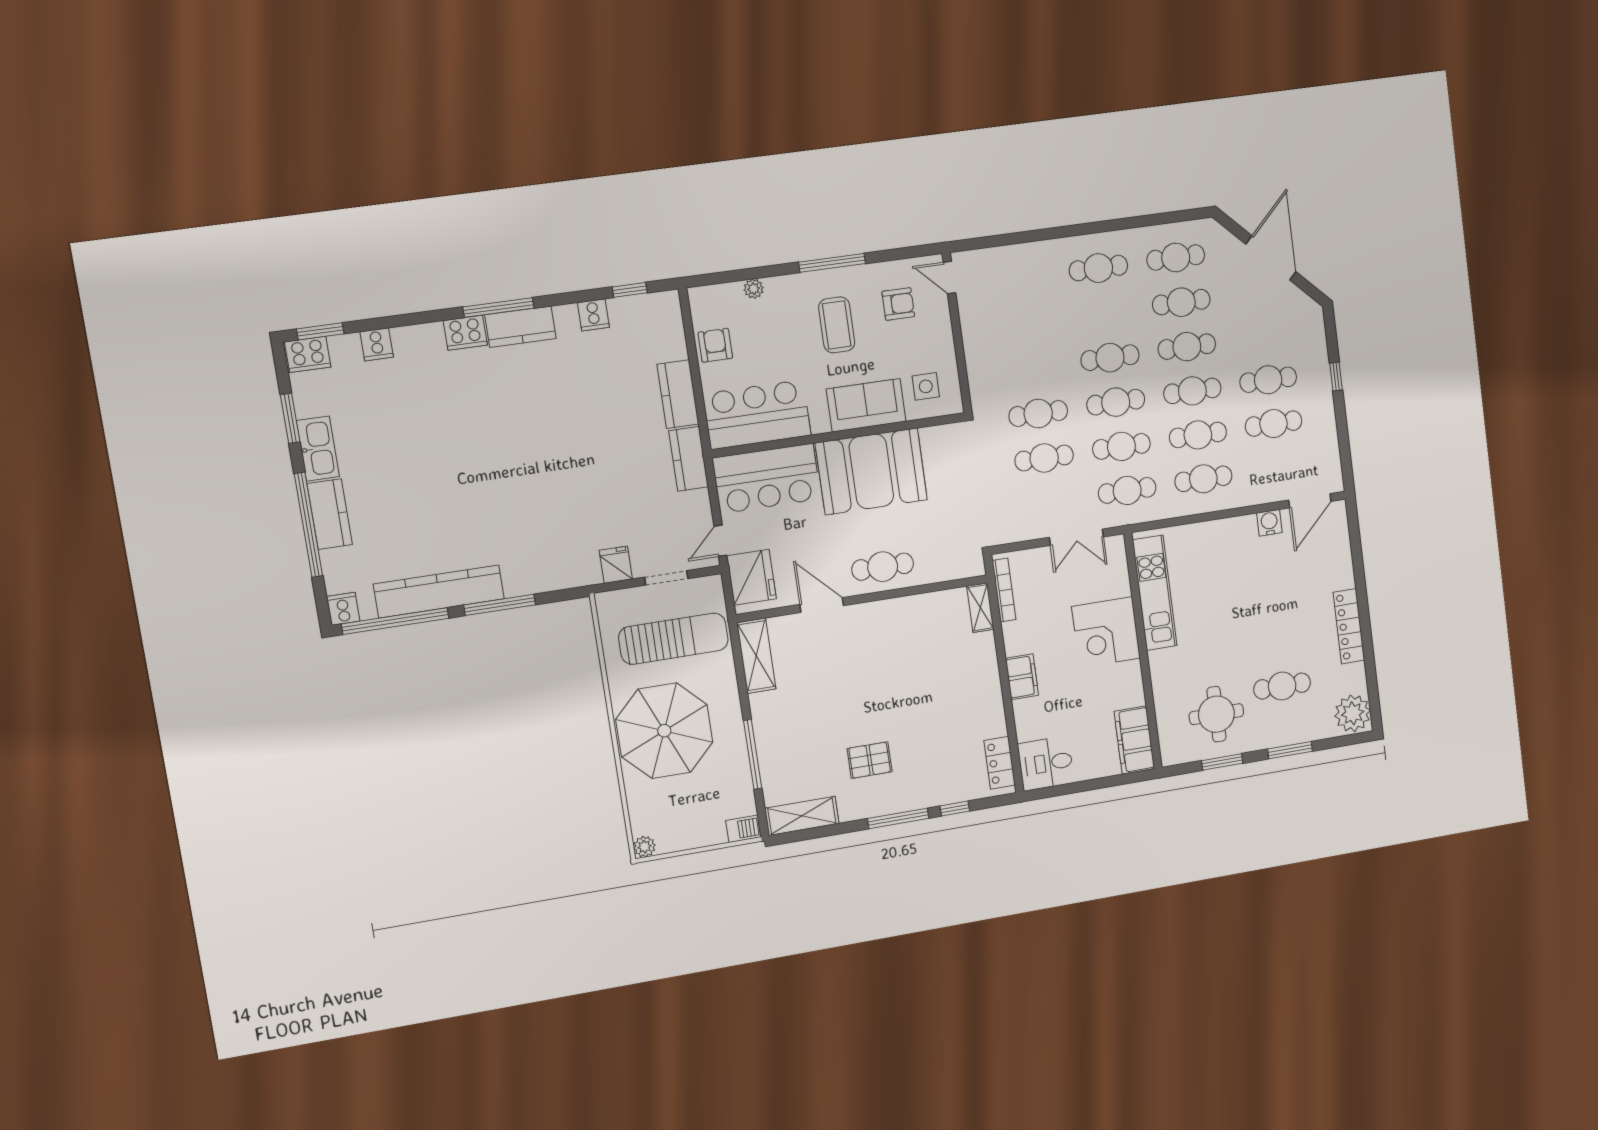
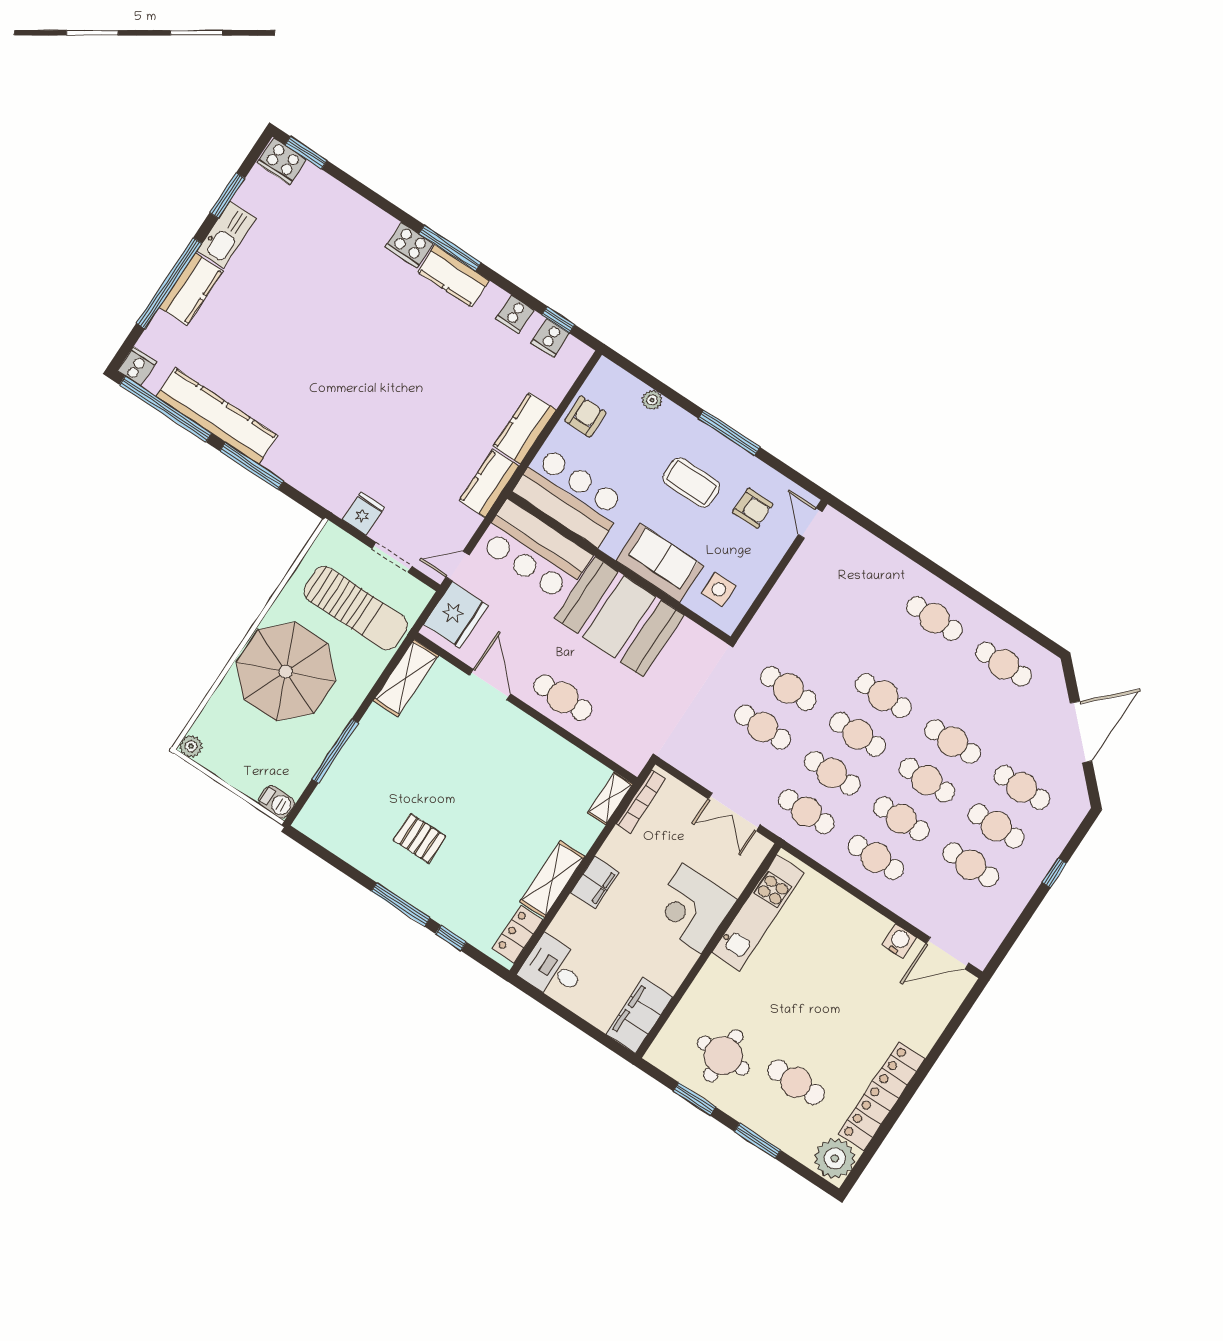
cafe table: (1181, 302) -> (1022, 787), moved
coffee table: (837, 325) -> (691, 483), turned 90
cooker: (377, 344) -> (550, 338), moved
locker: (1349, 626) -> (881, 1096), width x1.41, depth x1.21
shelving: (802, 816) -> (552, 879), moved, turned 90

